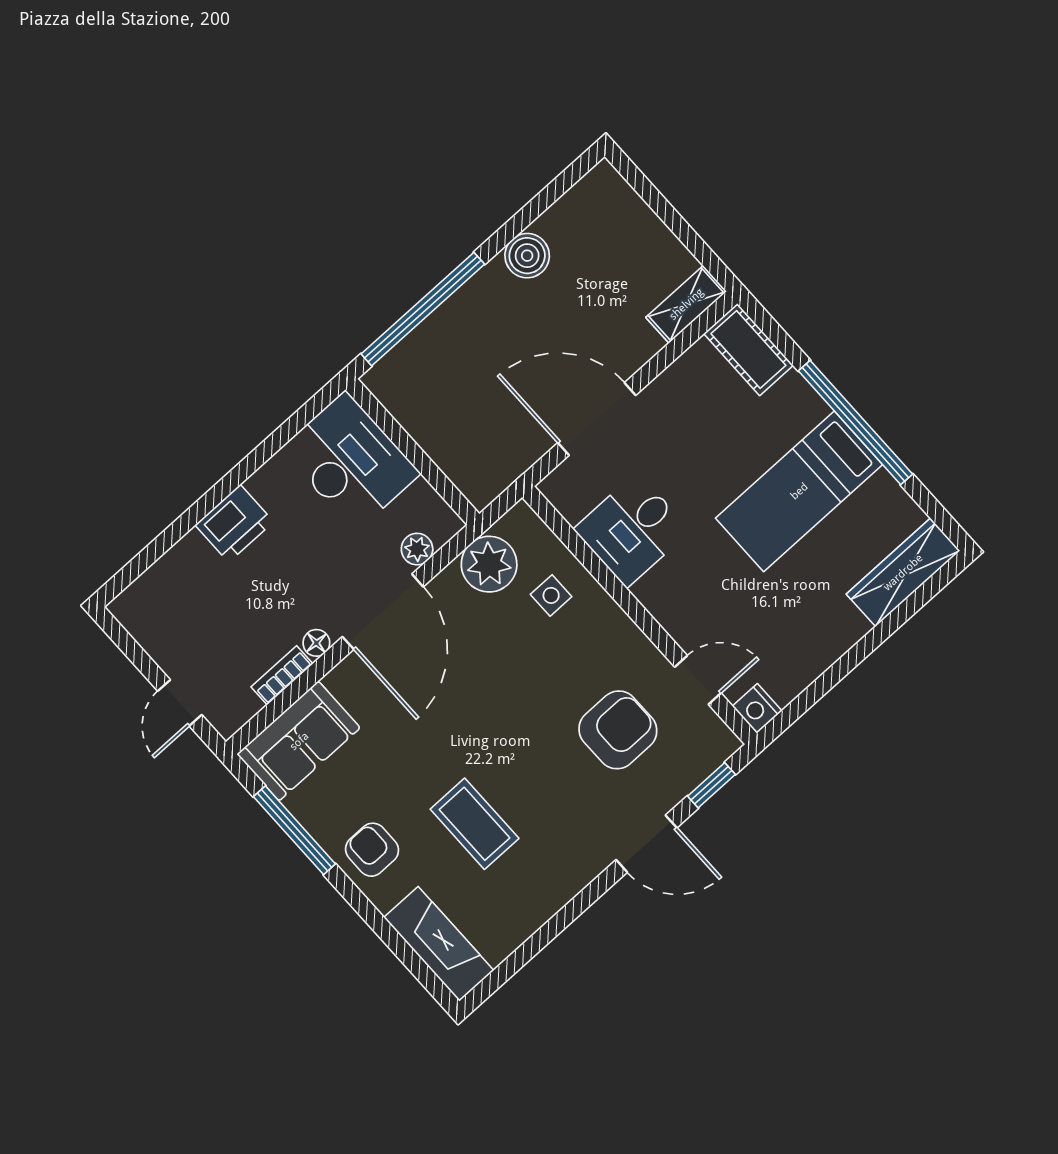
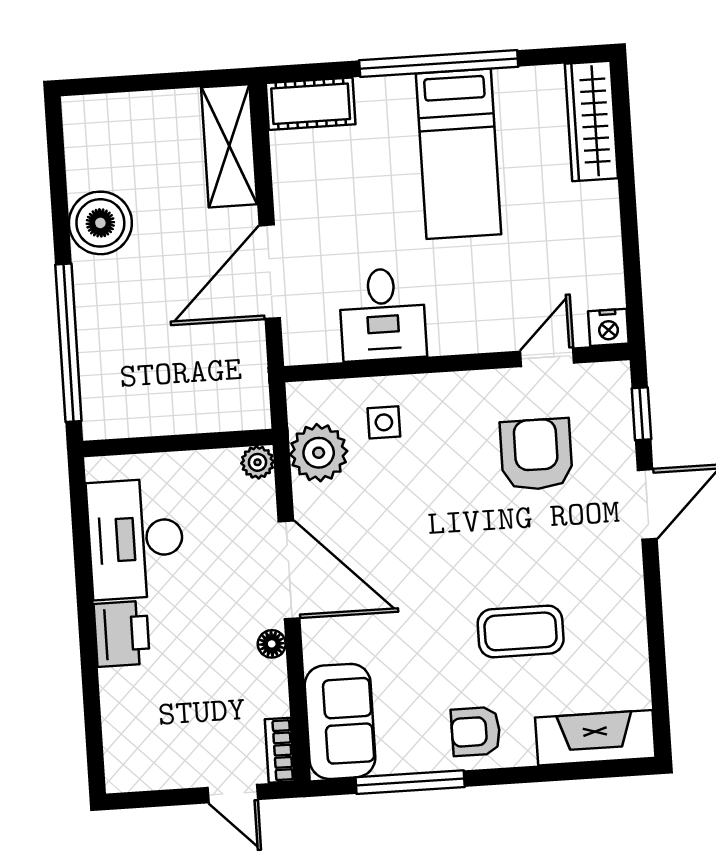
boiler: (527, 256) -> (100, 223), width x1.37, depth x1.37
shelving: (686, 304) -> (229, 146), width x1.50, depth x1.33
desk: (350, 461) -> (136, 539), moved, turned -90
plant: (417, 549) -> (257, 462), moved
bookcase: (282, 675) -> (280, 750), moved

